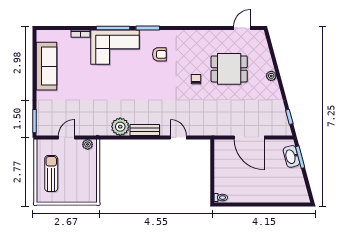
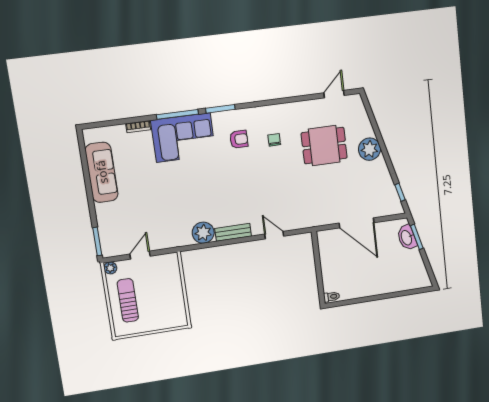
plant: (271, 76) -> (369, 149), width x1.87, depth x1.87
chair: (196, 79) -> (274, 140), moved
plant: (88, 144) -> (110, 268), moved

